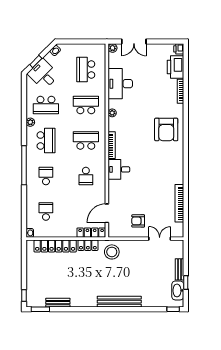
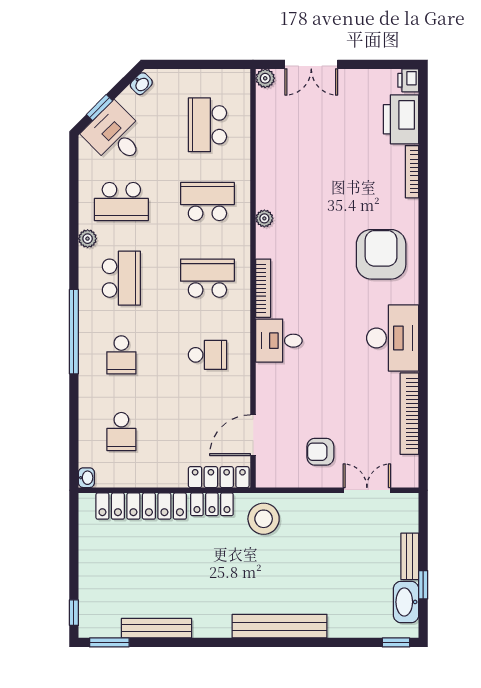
desk: (120, 84) -> (393, 338), moved, turned 180
armchair: (166, 129) -> (381, 254), turned 180
school desk: (46, 176) -> (121, 355), turned 180
school desk: (86, 176) -> (207, 355), turned -90
school desk: (46, 212) -> (121, 432), turned 180
bench: (58, 303) -> (156, 628), width x1.36

